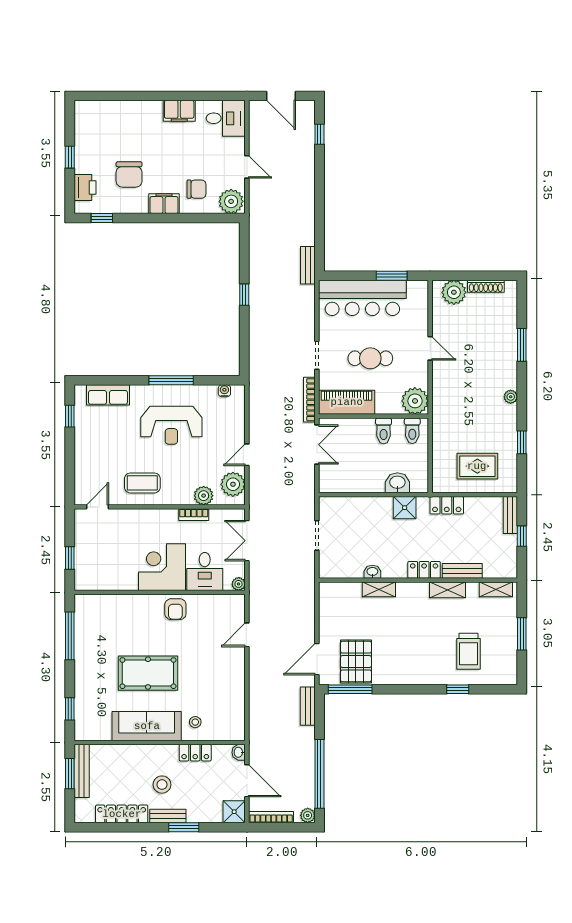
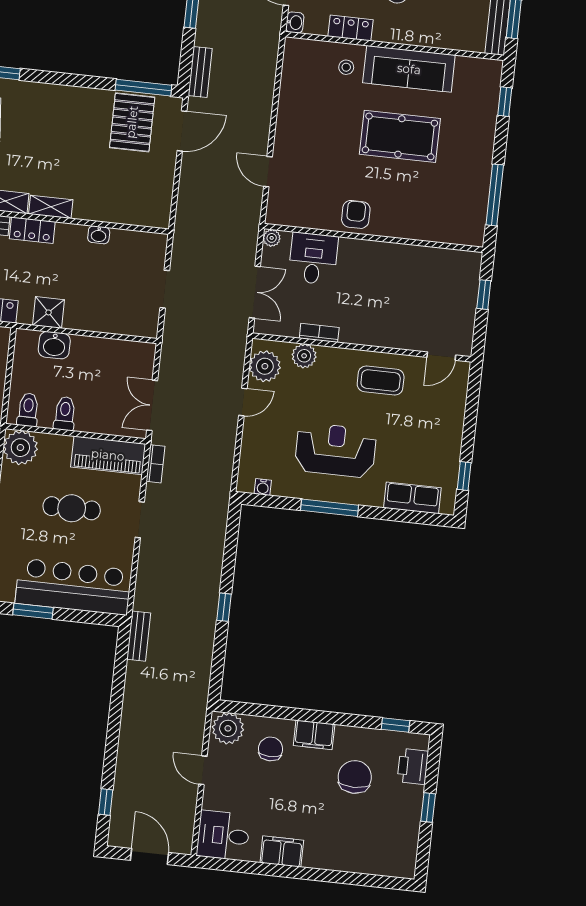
chair: (196, 189) -> (271, 749), turned 90
bookcase: (309, 400) -> (155, 464), width x0.64
corner desk: (162, 567) -> (367, 270), removed
shelving: (379, 589) -> (51, 207), moved
door: (247, 635) -> (268, 172), swing flipped

